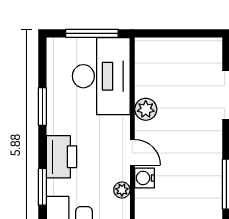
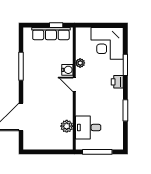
desk: (101, 76) -> (88, 127), width x0.53, depth x0.77
plant: (146, 109) -> (67, 126), moved
printer: (61, 157) -> (117, 82), width x0.53, depth x0.68

